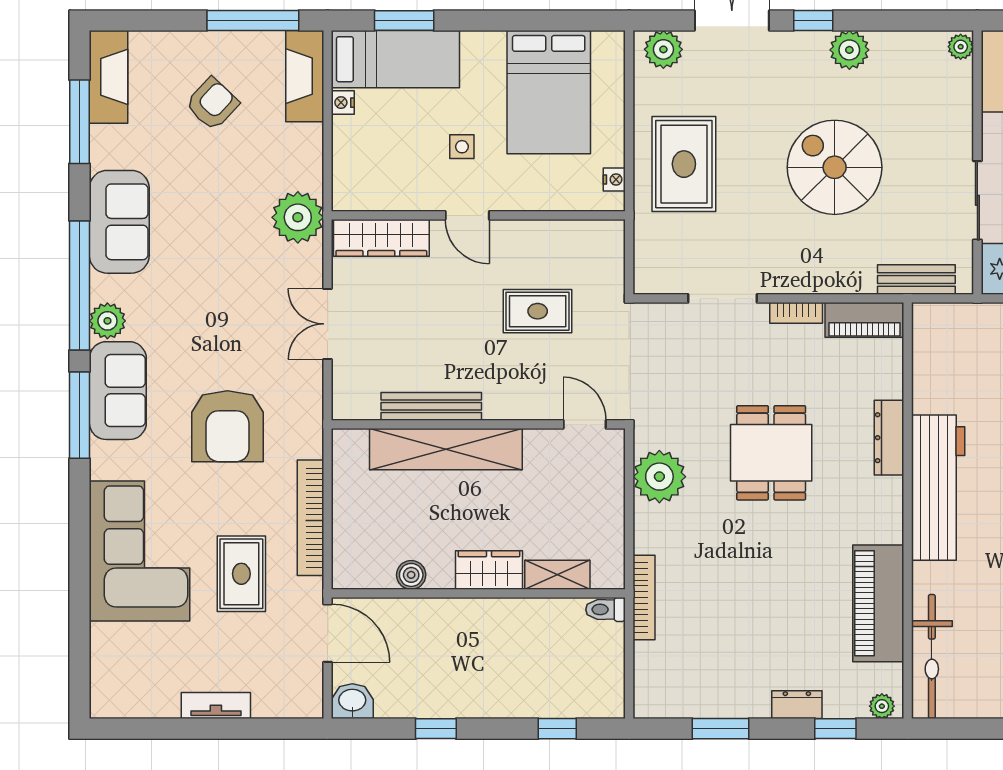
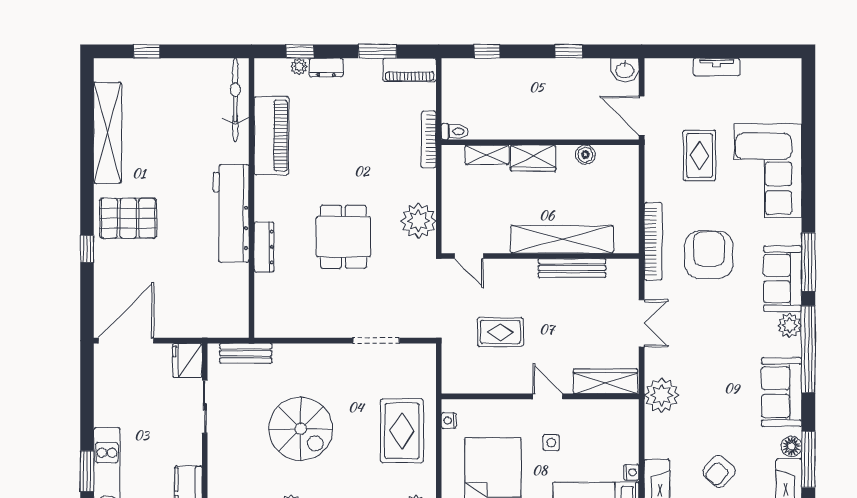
floor lamp: (105, 141) -> (791, 446), added
bookcase: (796, 313) -> (327, 331), removed
piano: (864, 320) -> (410, 70), moved, turned 180
bookcase: (310, 518) -> (653, 241), moved
plant: (882, 706) -> (299, 66), moved

